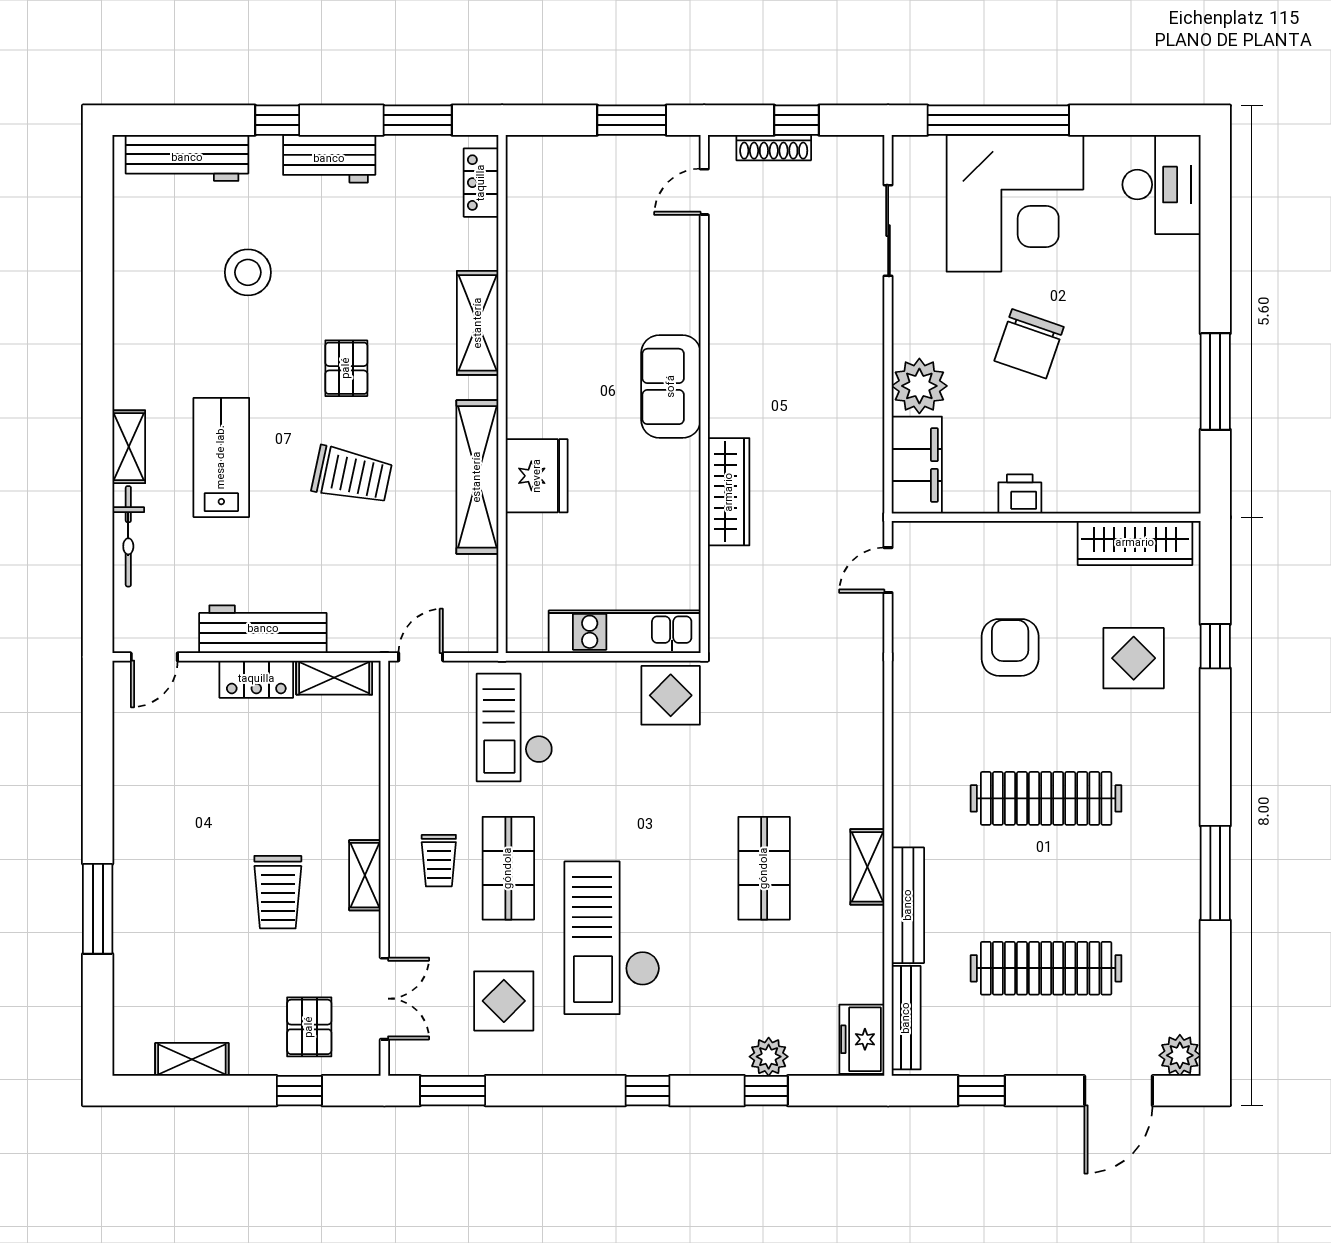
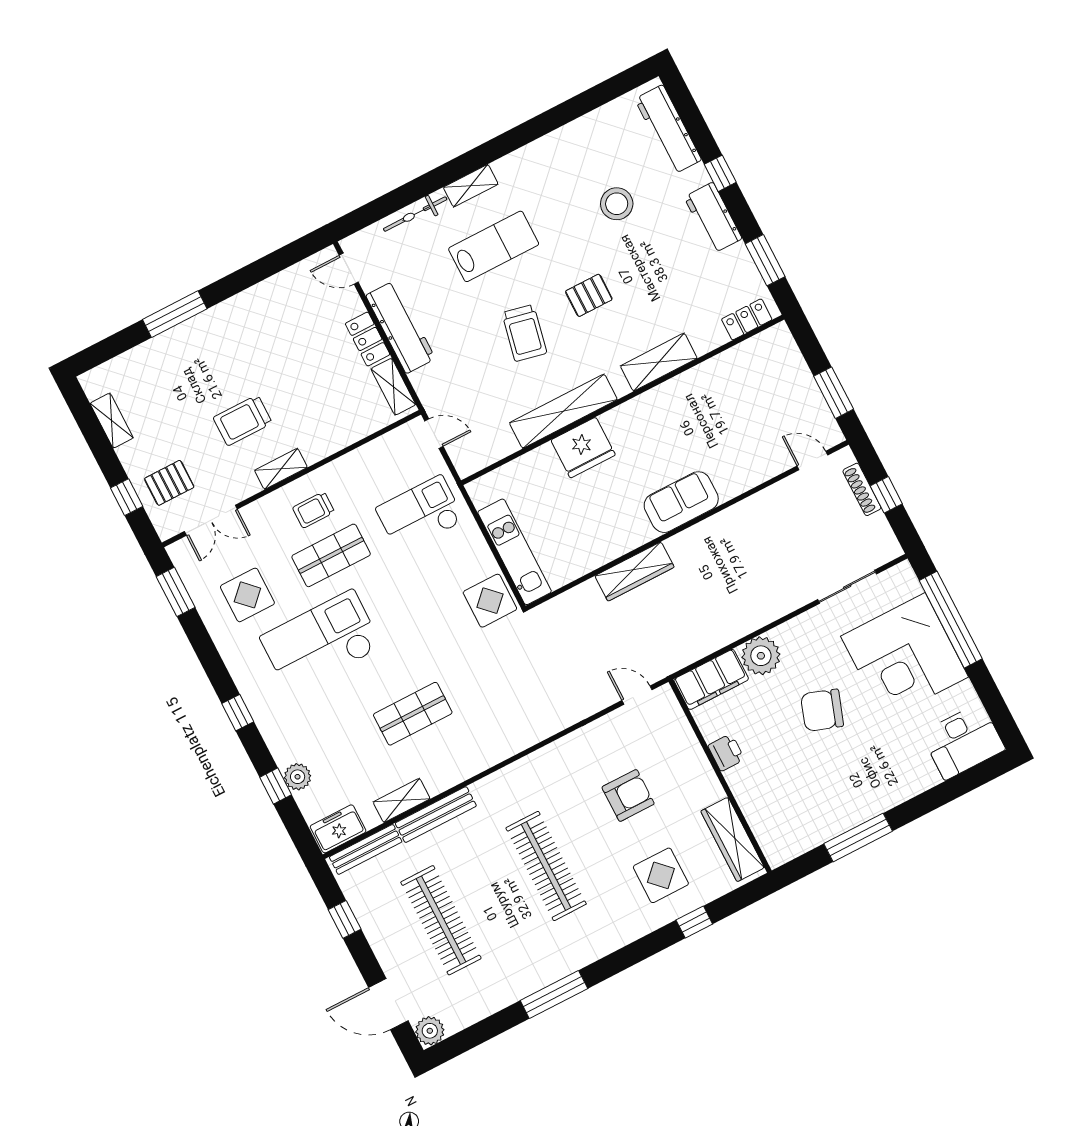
shelving: (867, 867) -> (402, 800), moved

